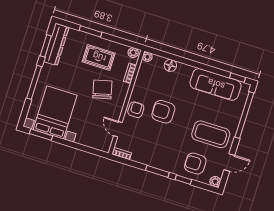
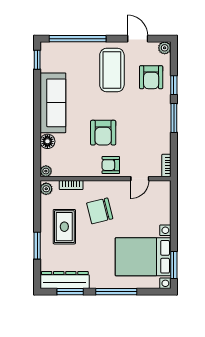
sofa: (216, 84) -> (53, 103), moved

